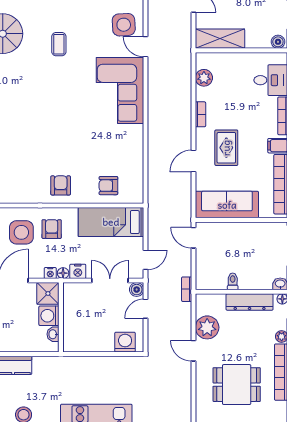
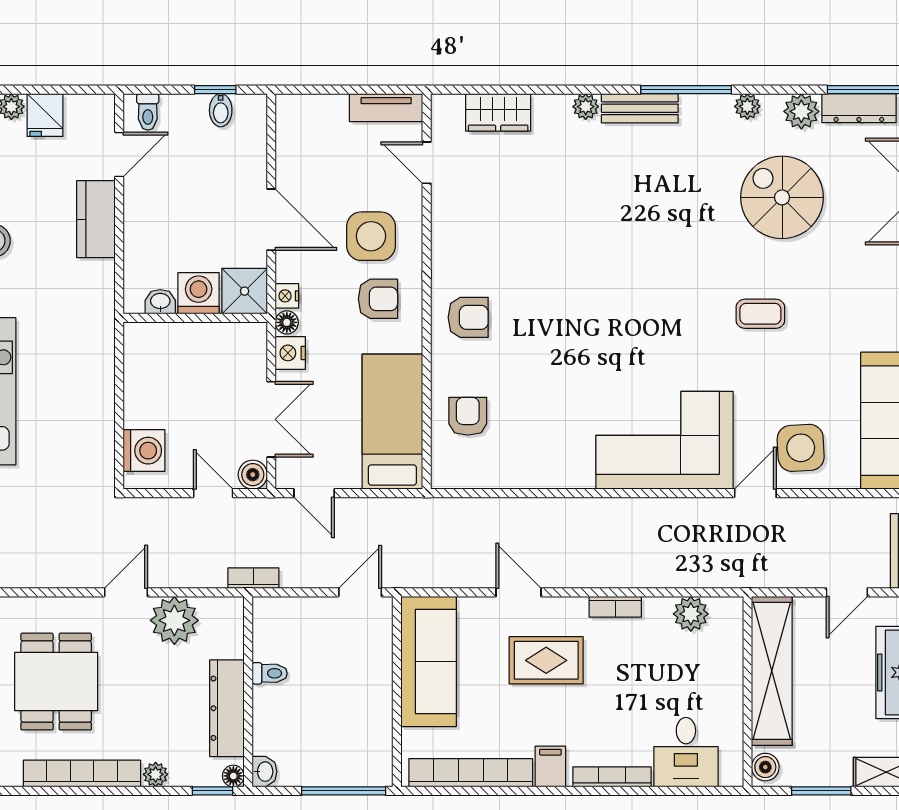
shelving: (220, 39) -> (772, 671), width x1.47

